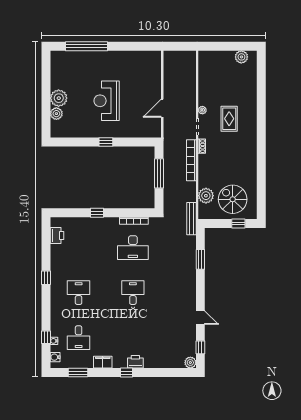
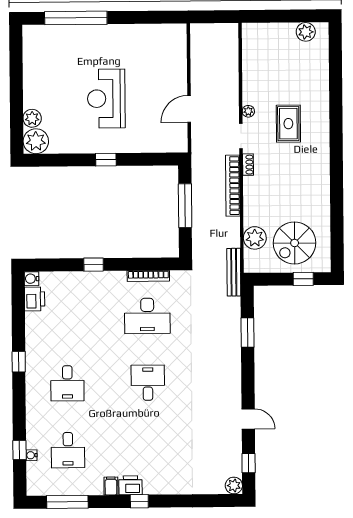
plant: (59, 98) -> (36, 141), moved
spiral stairs: (233, 199) -> (295, 243), turned -90
desk: (79, 293) -> (67, 383), turned 180
water cooler: (55, 357) -> (32, 279), moved
filing cabinet: (103, 362) -> (111, 486), width x0.50
printer: (135, 362) -> (131, 485), moved
window: (78, 373) -> (67, 502), width x1.44

